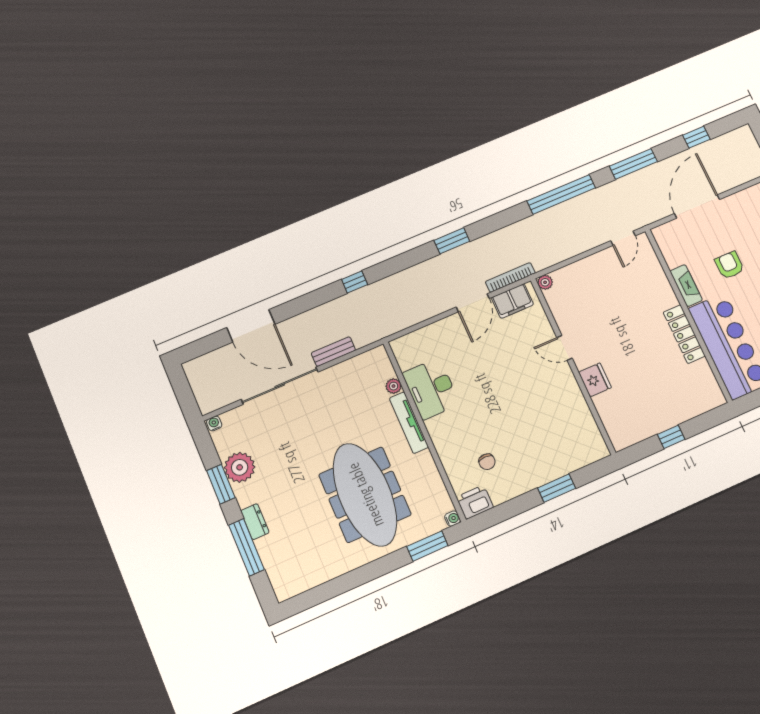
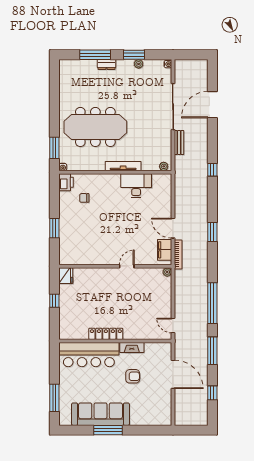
fridge: (595, 380) -> (66, 276), moved, turned -90
plant: (394, 386) -> (164, 166), moved
plant: (240, 467) -> (139, 64), width x0.53, depth x0.53

